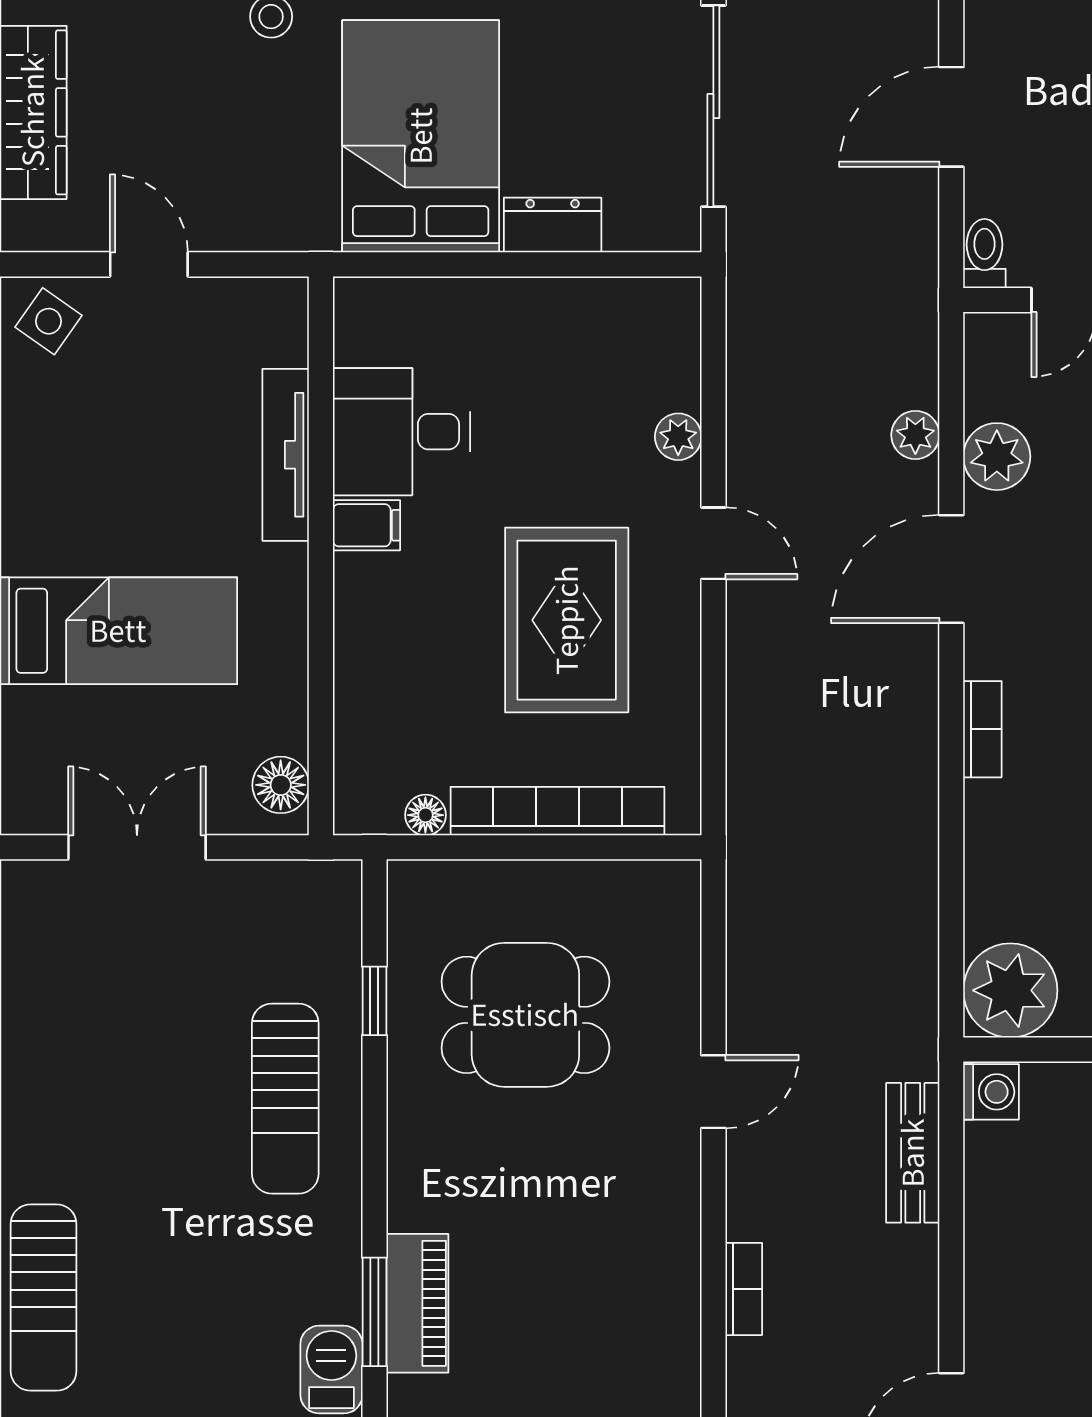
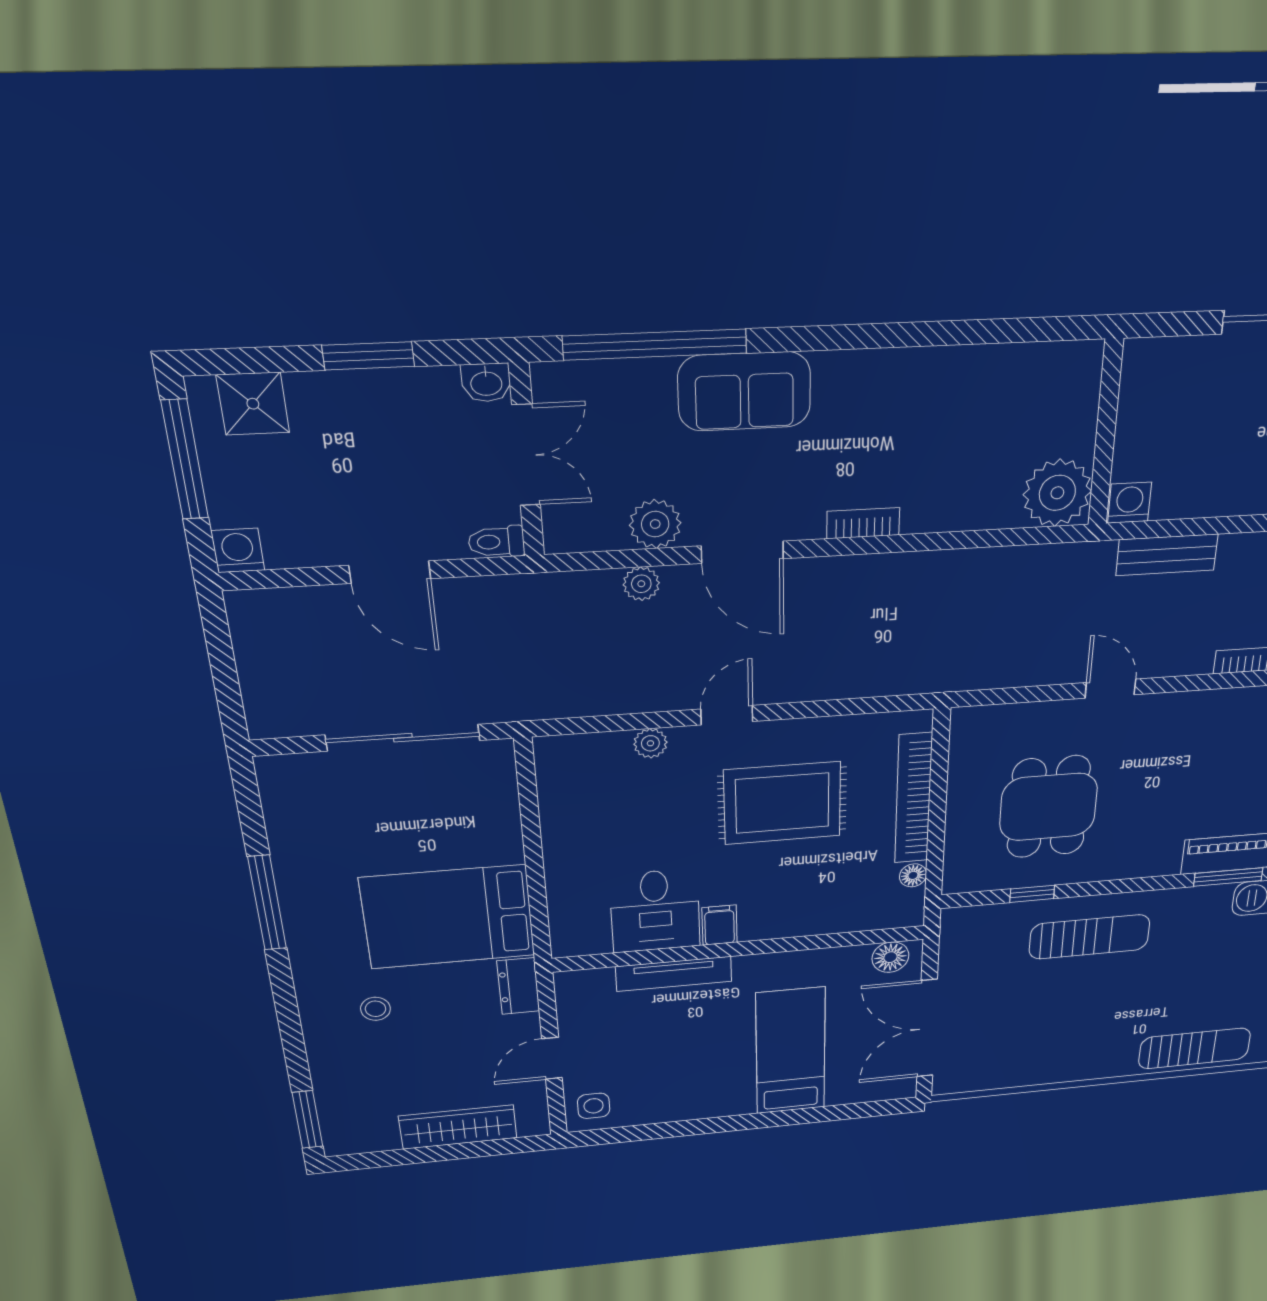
dresser: (553, 225) -> (518, 986), moved
side table: (49, 321) -> (594, 1106), turned -35
double door: (137, 847) -> (927, 1029), width x1.37

